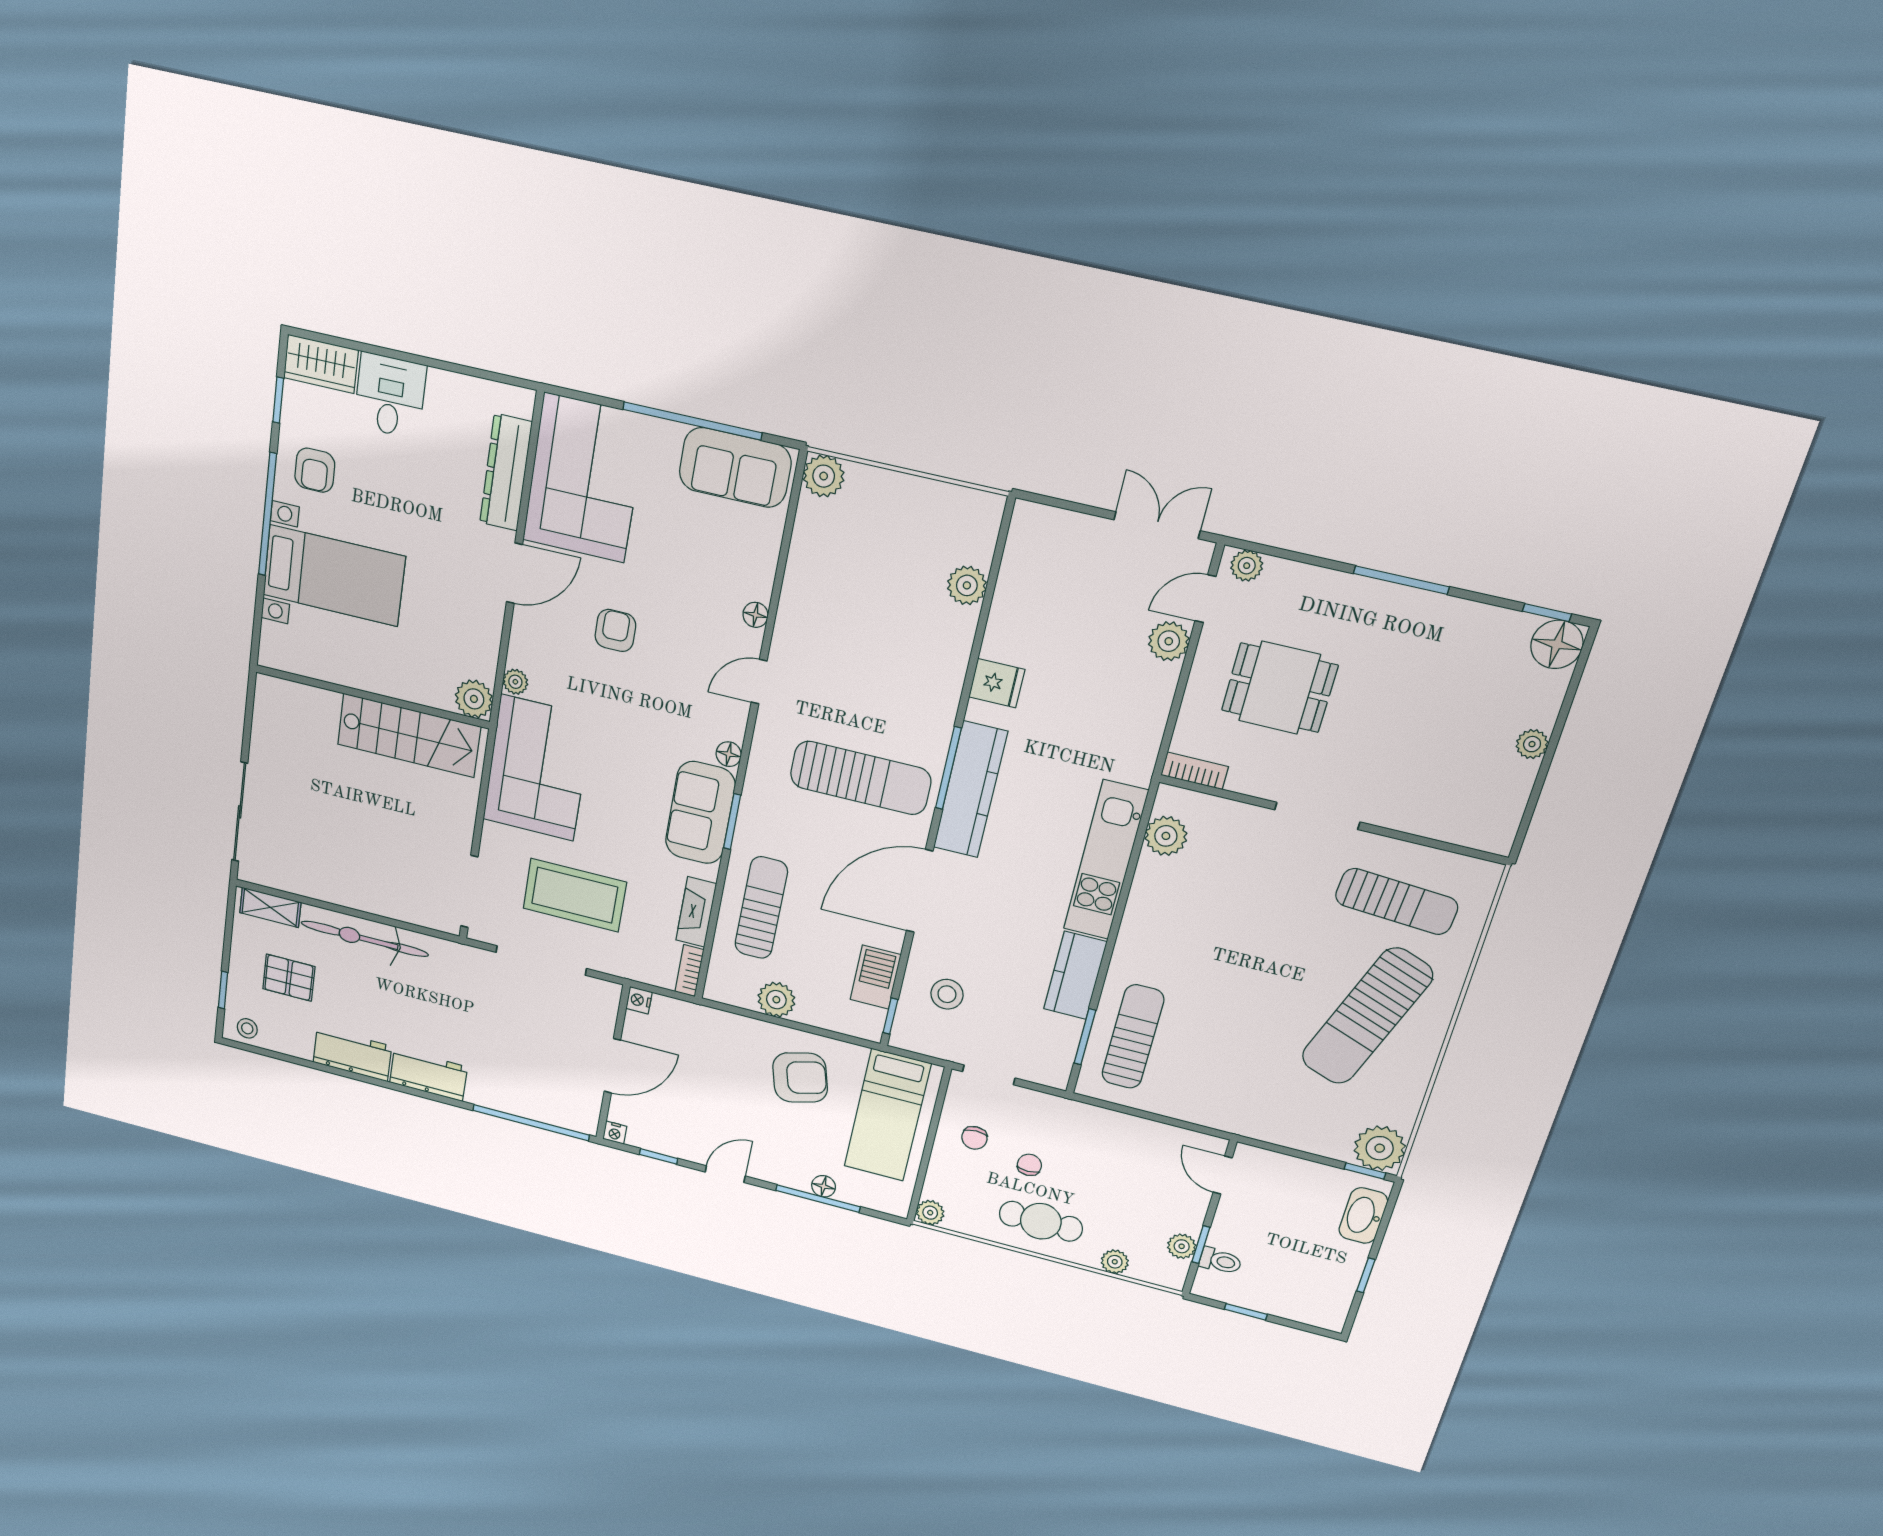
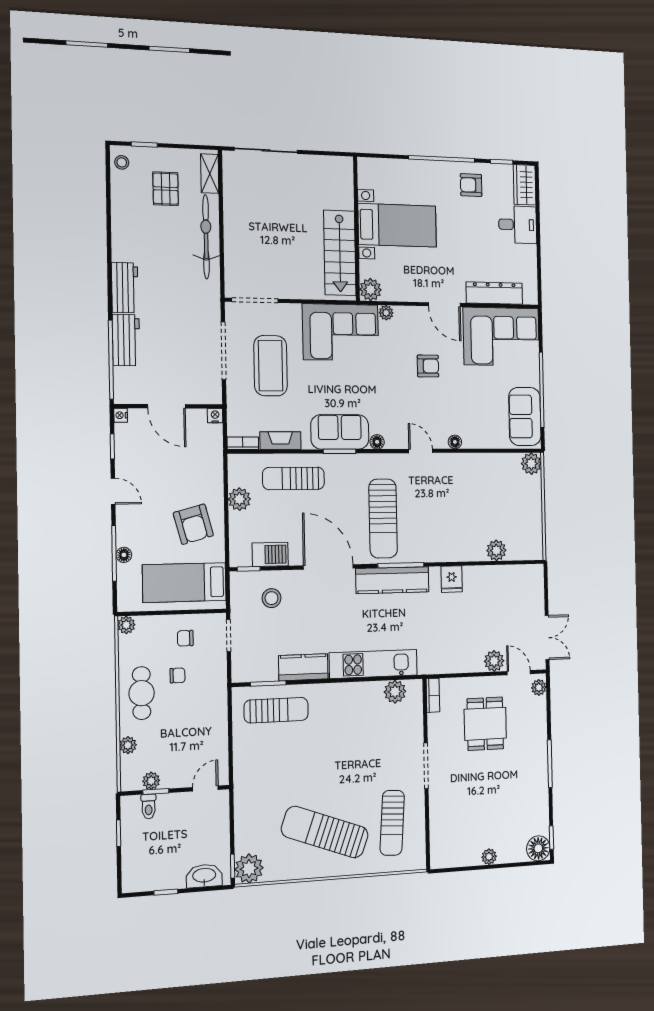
bed with nightstands: (334, 576) -> (397, 225), moved, turned -90
sun lounger: (761, 908) -> (293, 478), turned 180
workbench: (352, 1054) -> (126, 340), moved

